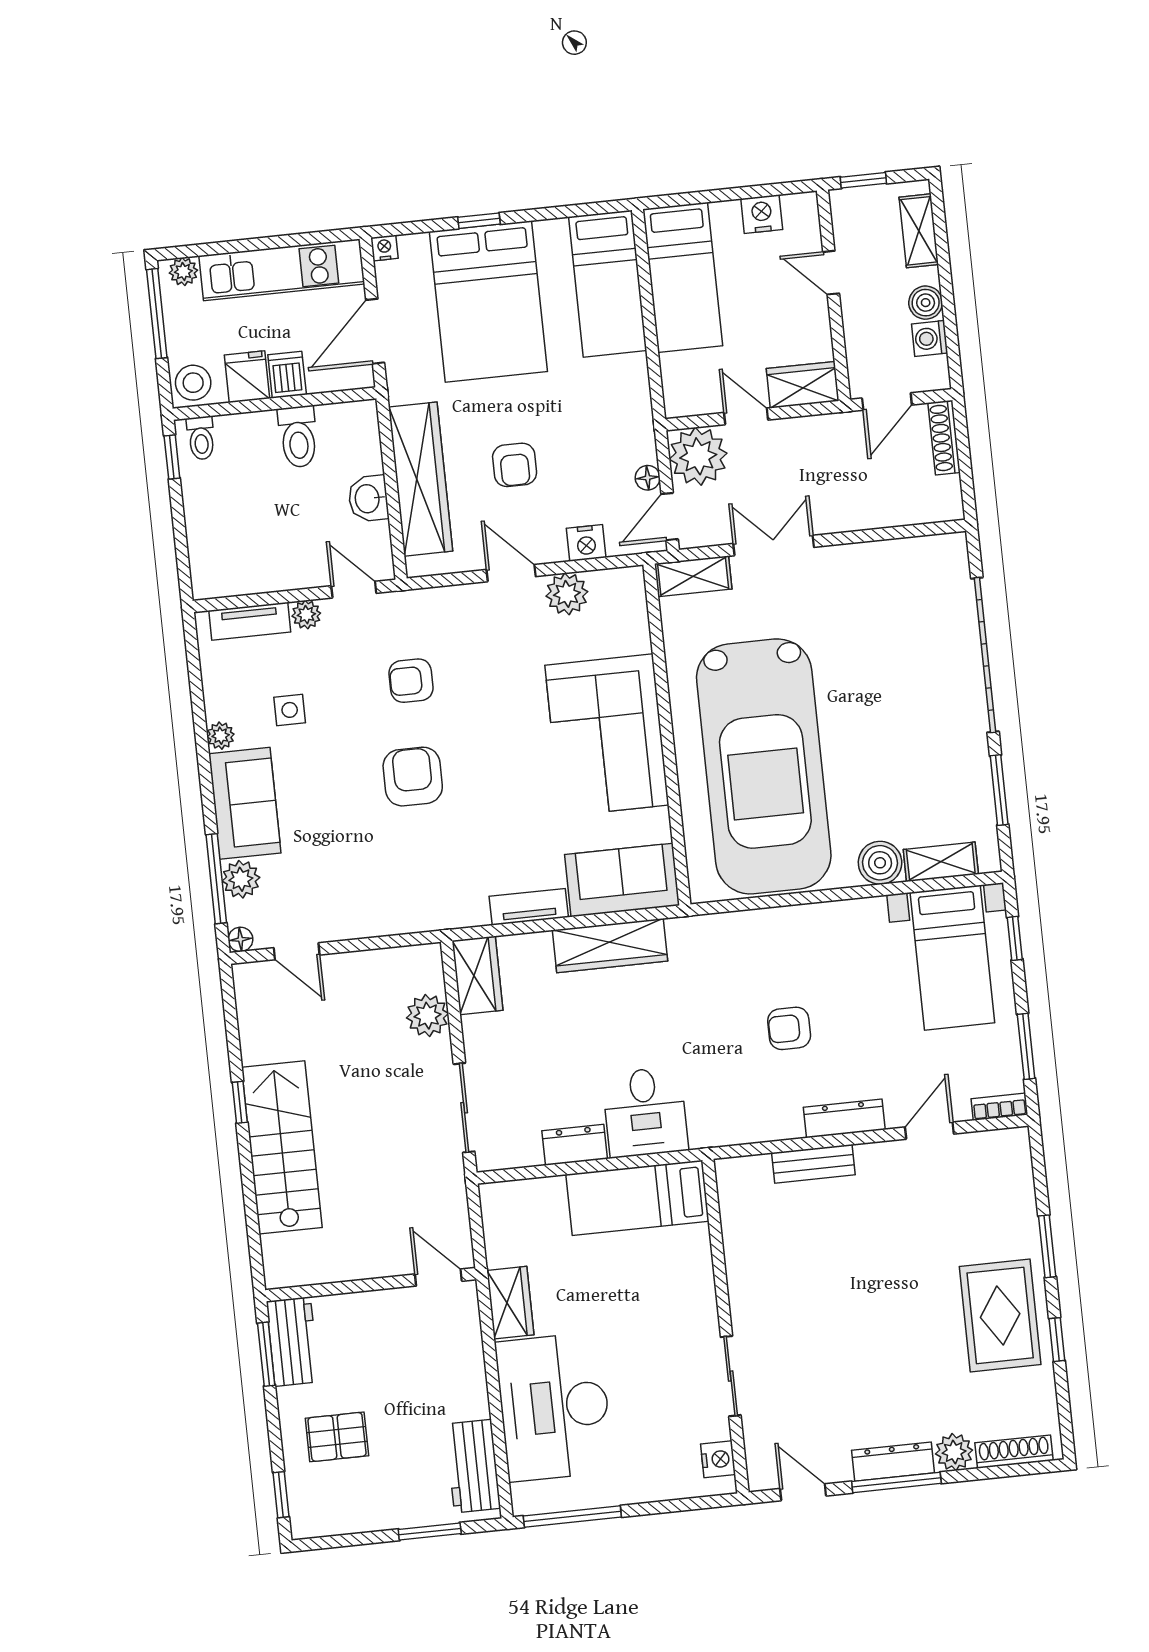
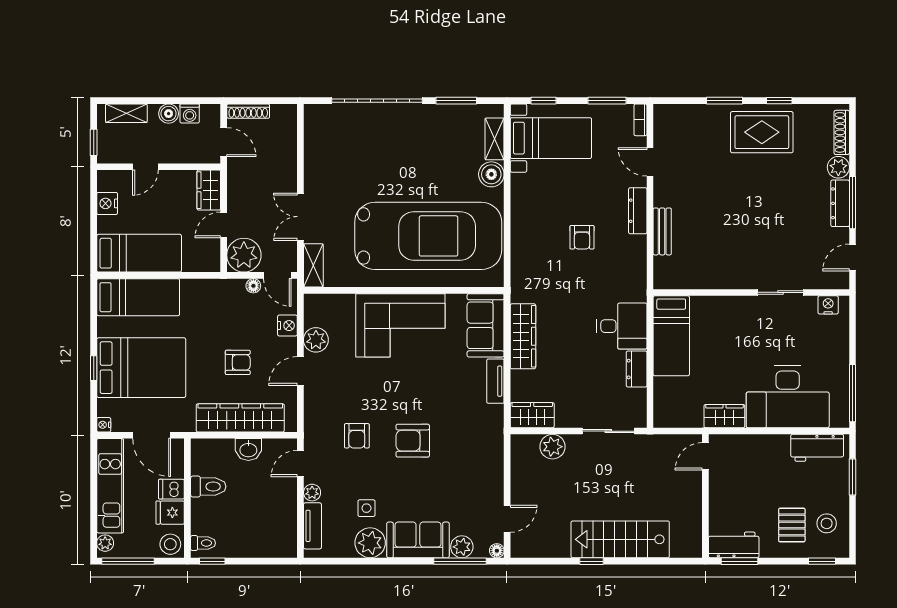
plant: (221, 736) -> (370, 543), width x1.88, depth x1.88
stool: (346, 1496) -> (827, 523), added

